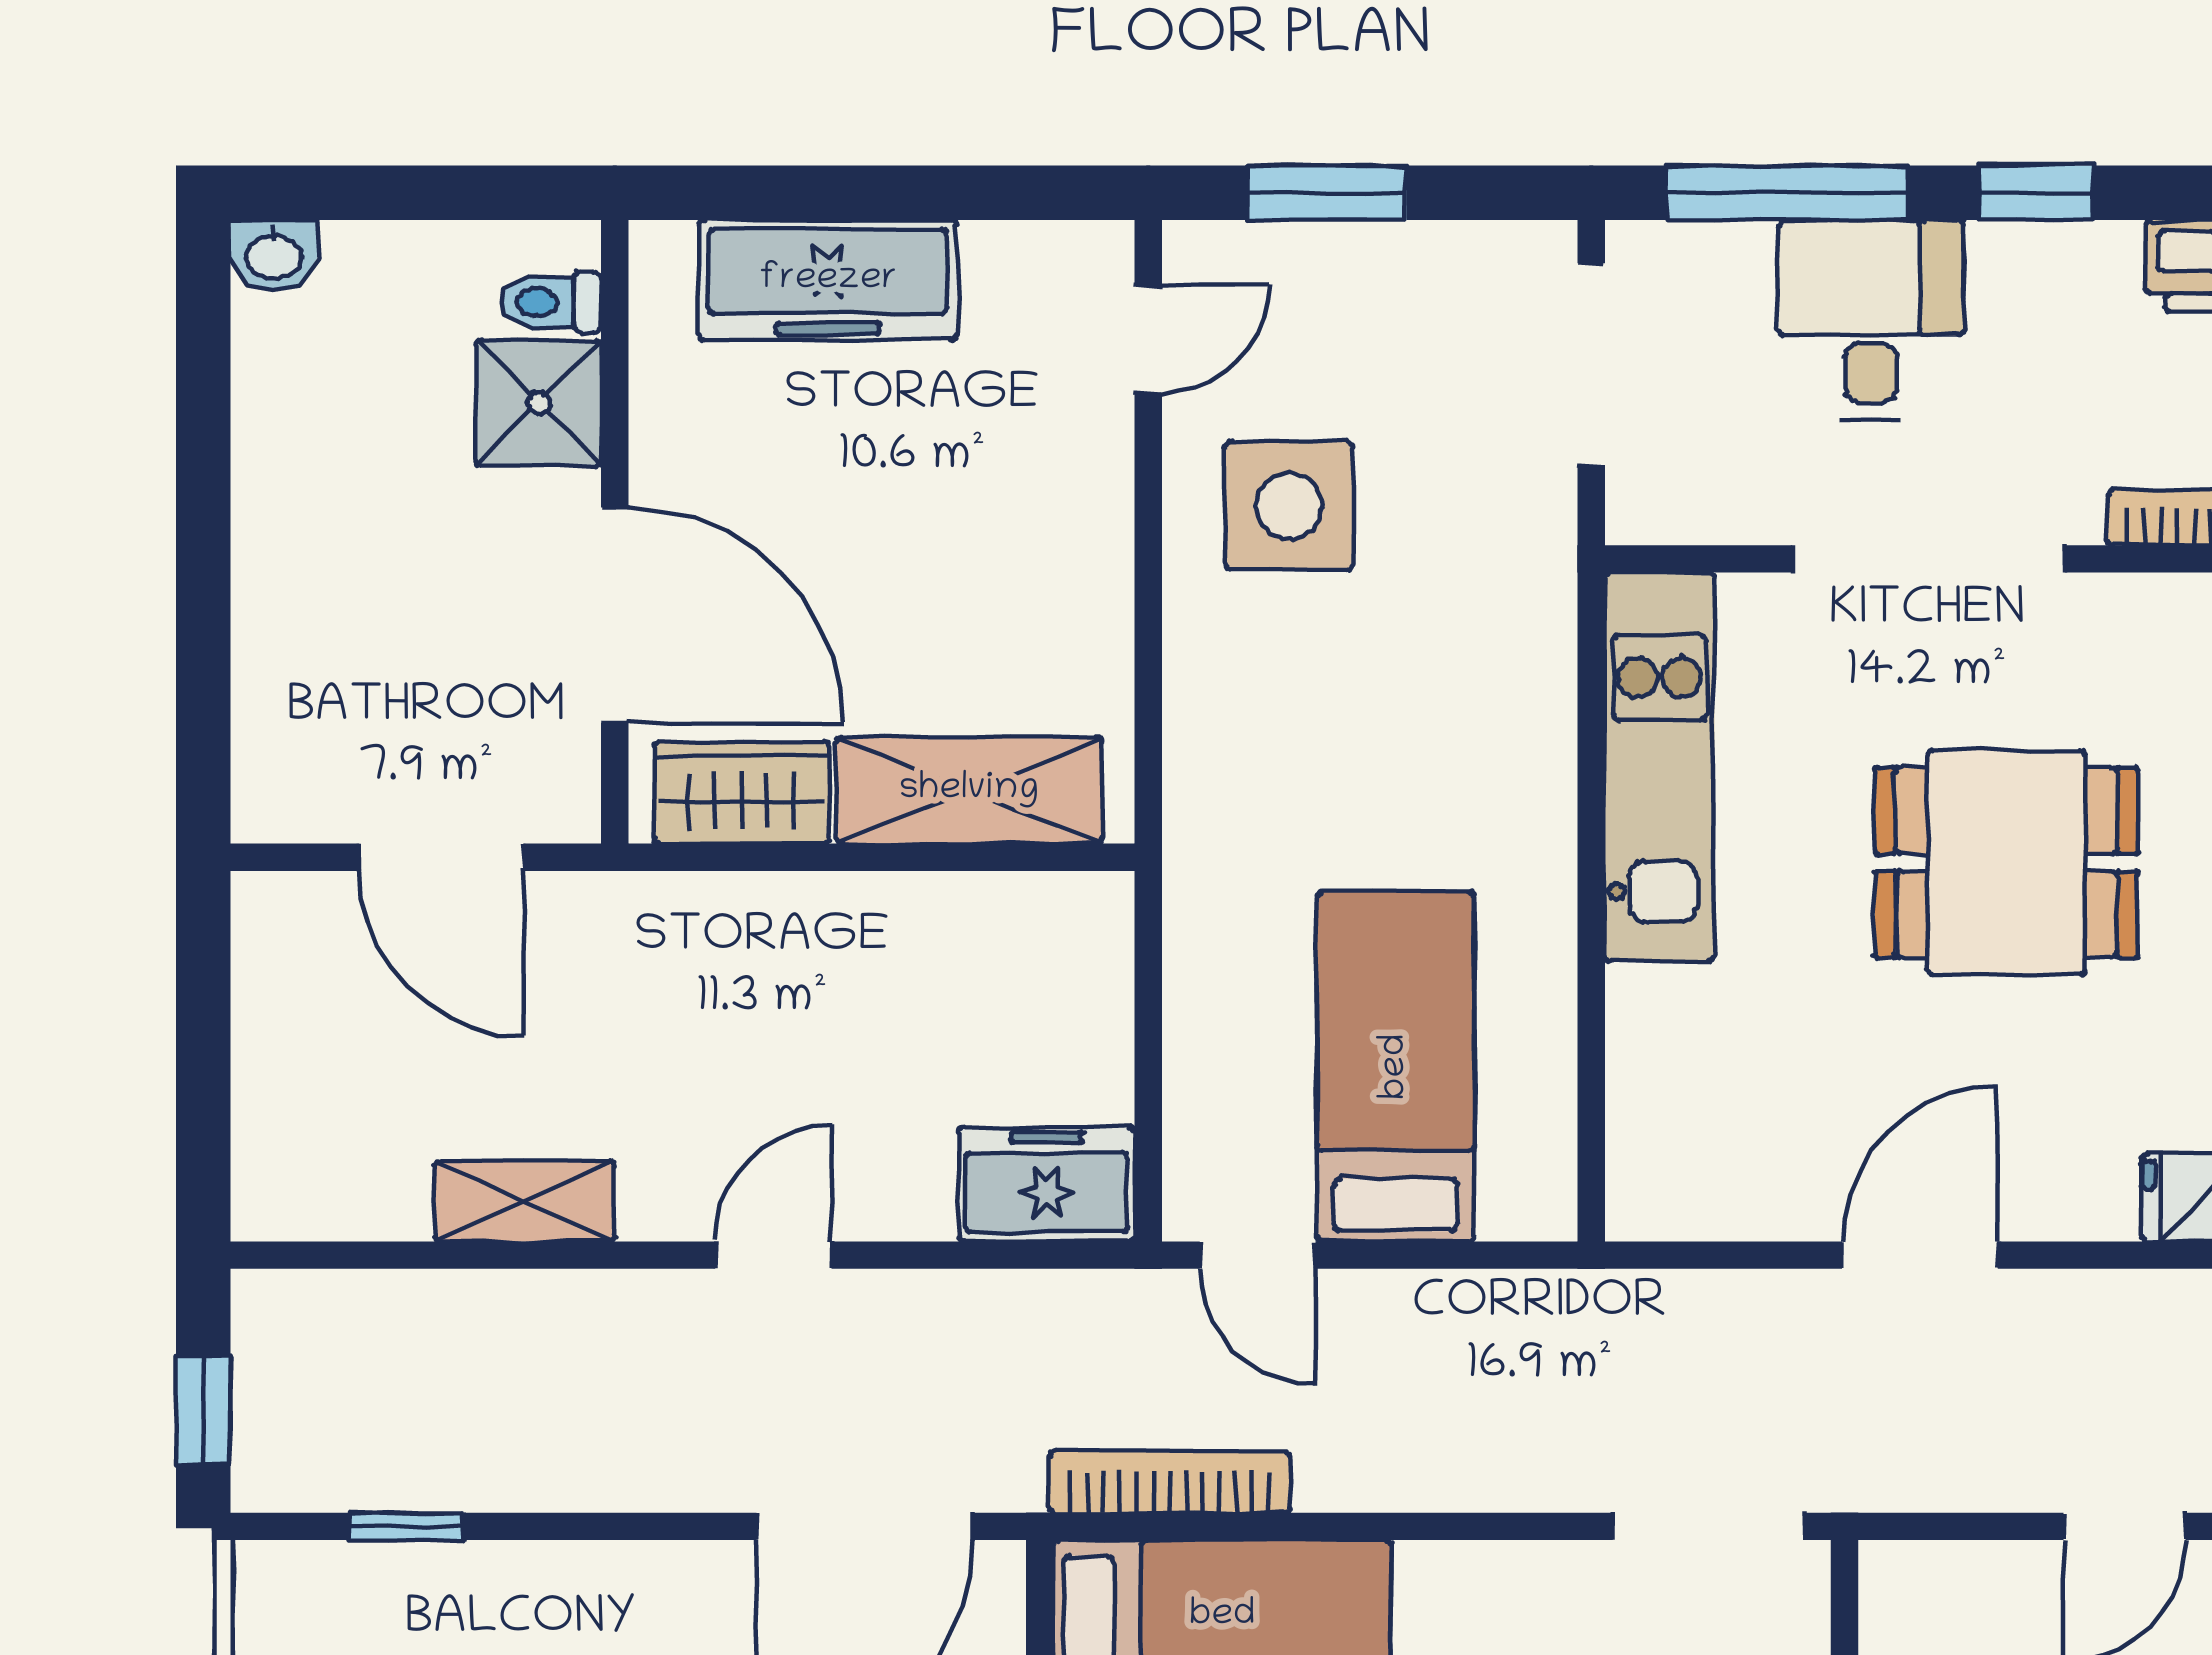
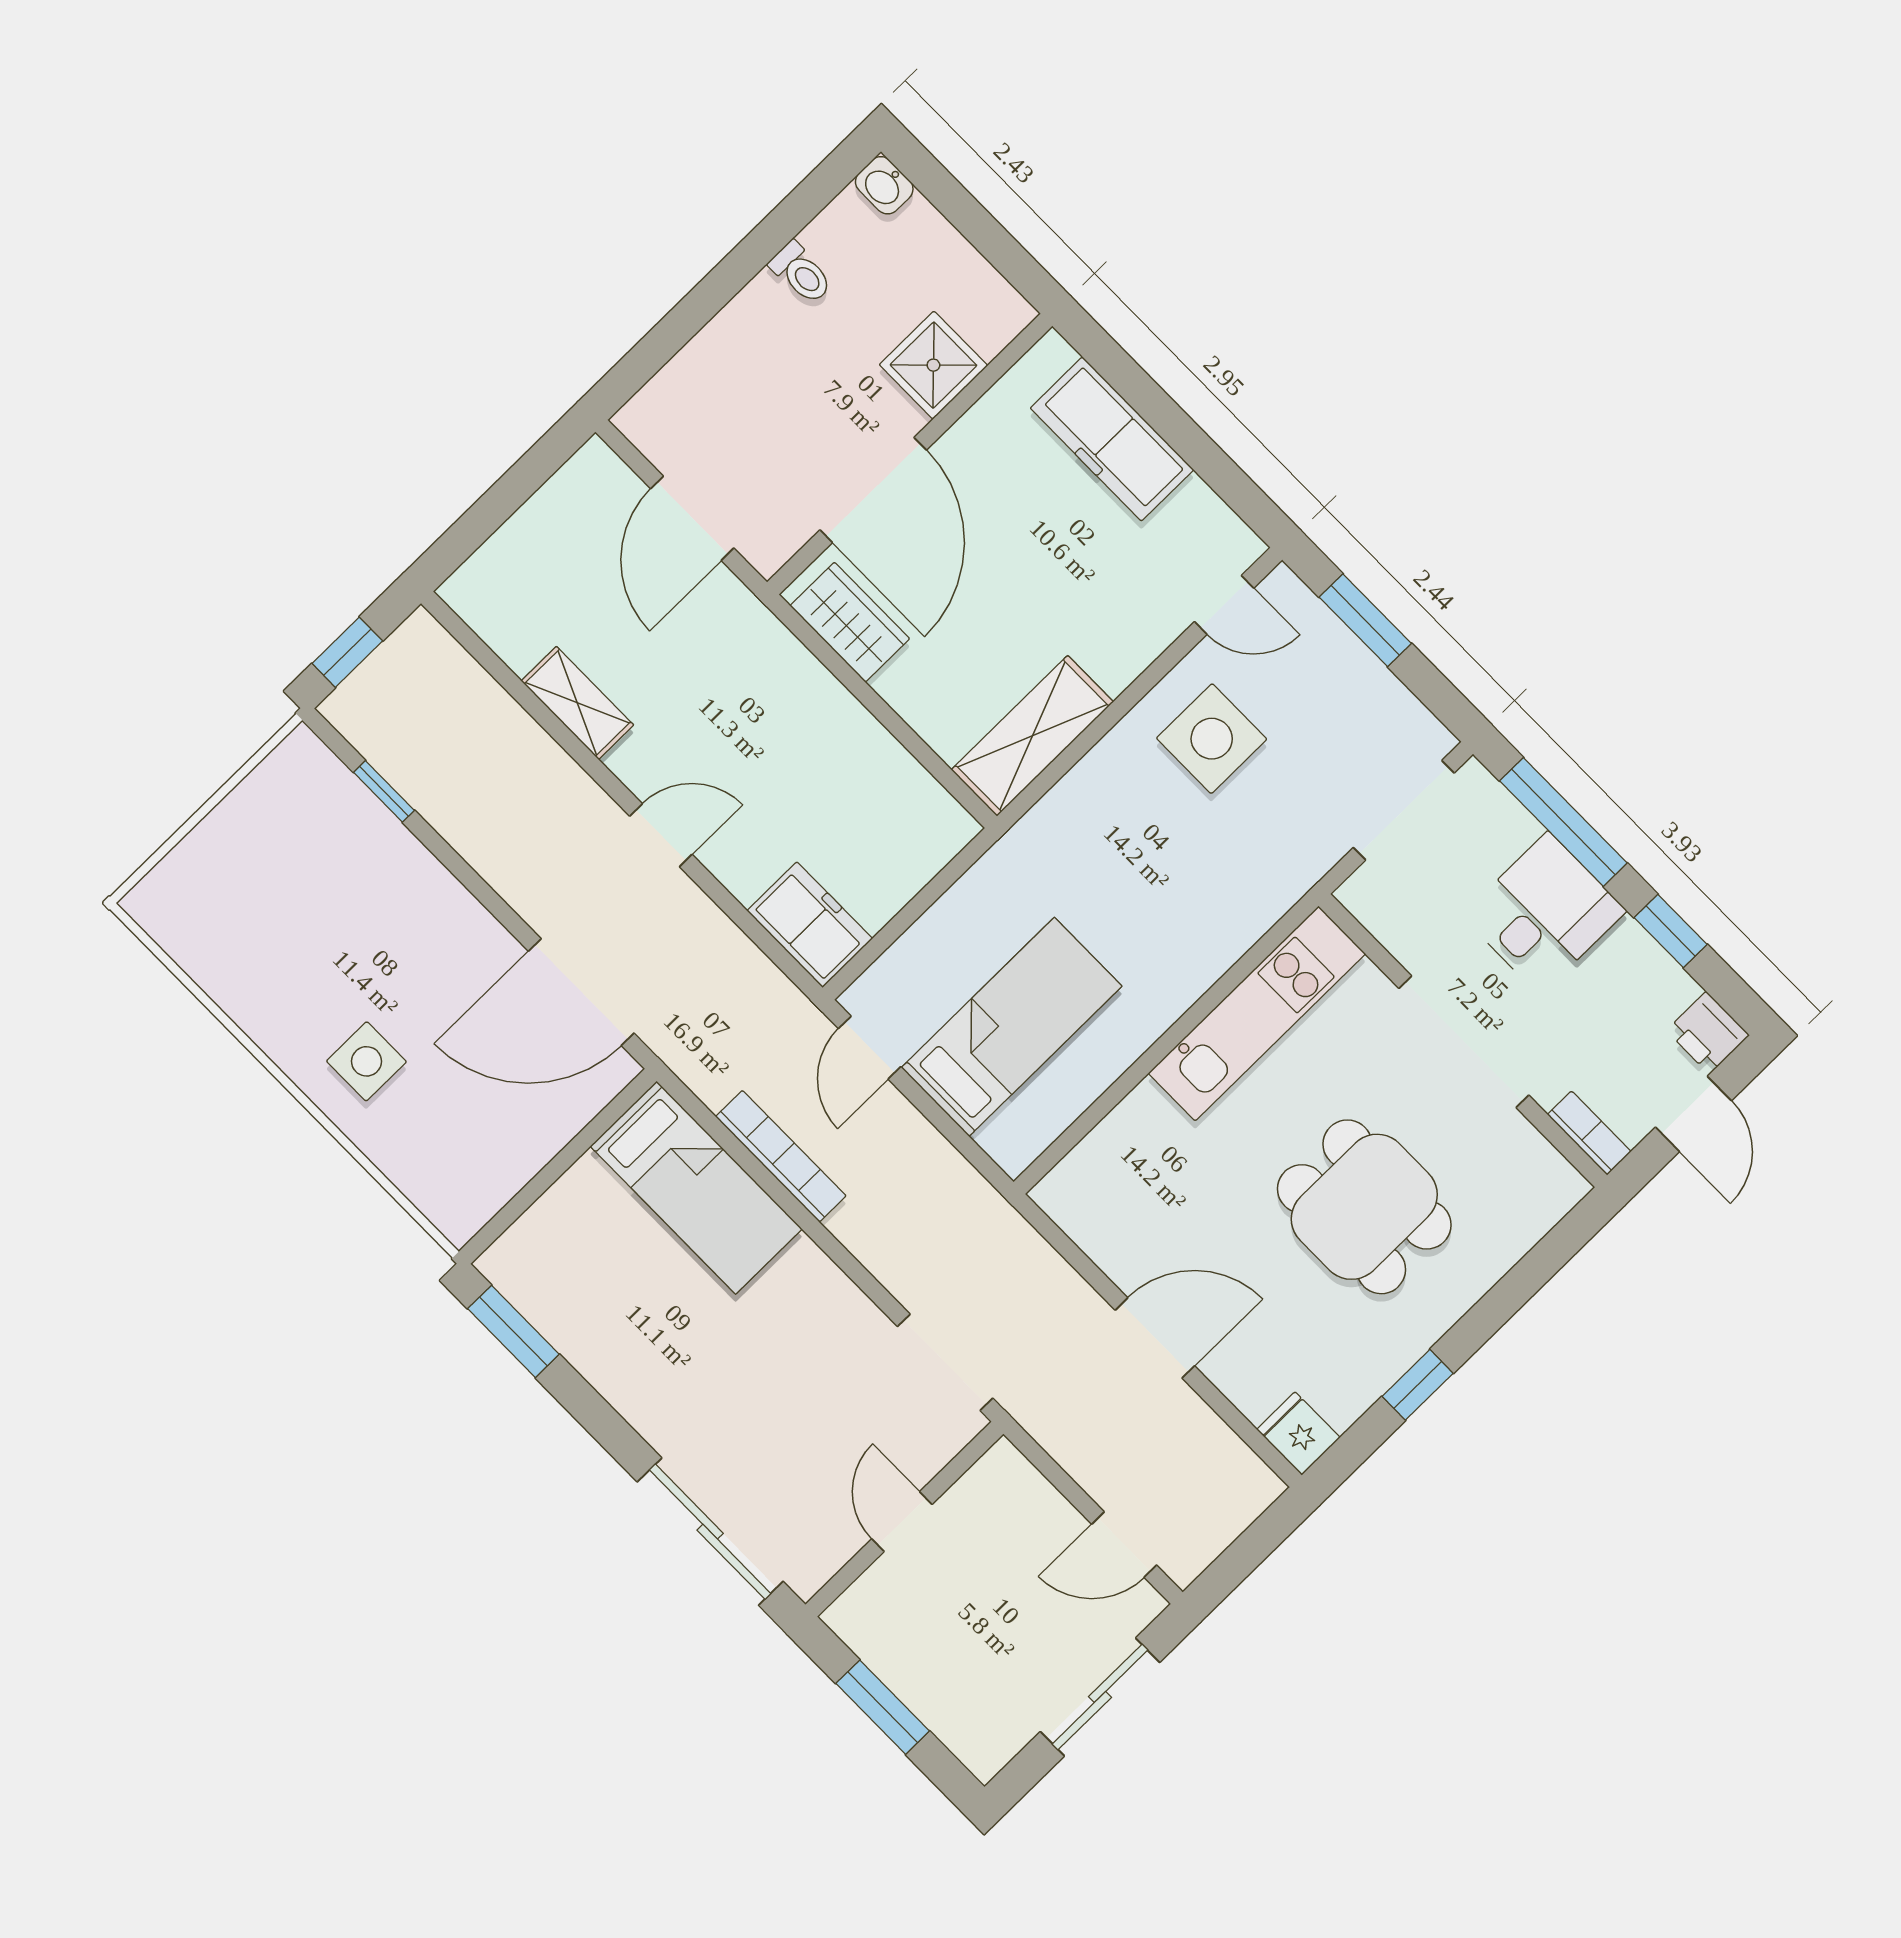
toilet: (551, 302) -> (801, 273), moved, turned 180
shelving: (969, 790) -> (1032, 736), moved, turned 90
bookcase: (1170, 1482) -> (781, 1156), moved

